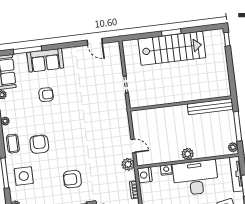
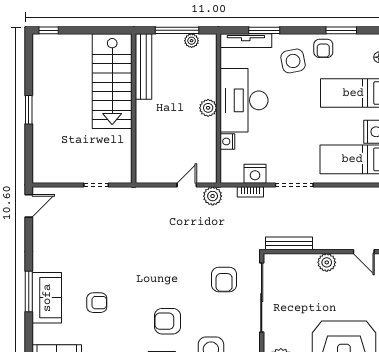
door: (95, 42) -> (29, 206), moved
stairs: (172, 48) -> (112, 81), moved, turned 180
window: (28, 50) -> (29, 291), moved
armchair: (46, 95) -> (97, 303), turned 90
plant: (233, 147) -> (192, 41), moved
nightstand: (145, 175) -> (255, 174), moved

